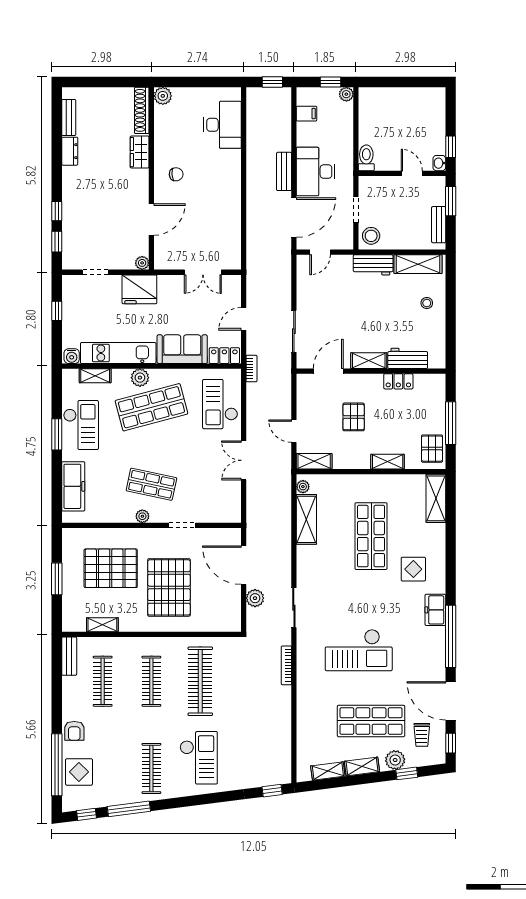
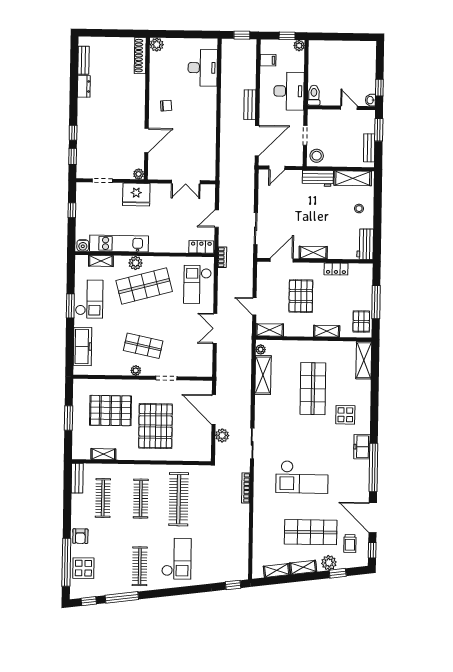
wardrobe: (140, 152) -> (138, 88), removed
desk: (316, 172) -> (289, 91), moved, turned 180
sofa: (182, 349) -> (169, 241), removed
workbench: (408, 358) -> (365, 244), moved, turned -90
pallet: (354, 417) -> (301, 296), width x1.50, depth x1.42

